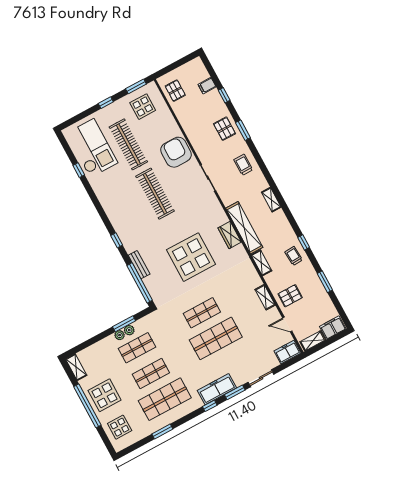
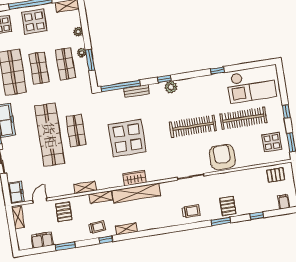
filing cabinet: (207, 86) -> (284, 202), moved
pallet: (225, 129) -> (228, 206), turned 90
armchair: (176, 152) -> (222, 157), turned -90
window: (79, 170) -> (217, 71), moved
shelving: (271, 200) -> (126, 229), moved
plant: (123, 231) -> (171, 87), added
shelving: (265, 297) -> (85, 187), moved
filing cabinet: (333, 328) -> (42, 240), moved, turned -90
plant: (129, 330) -> (78, 32), moved
shop shelf: (216, 338) -> (50, 135), width x1.40

